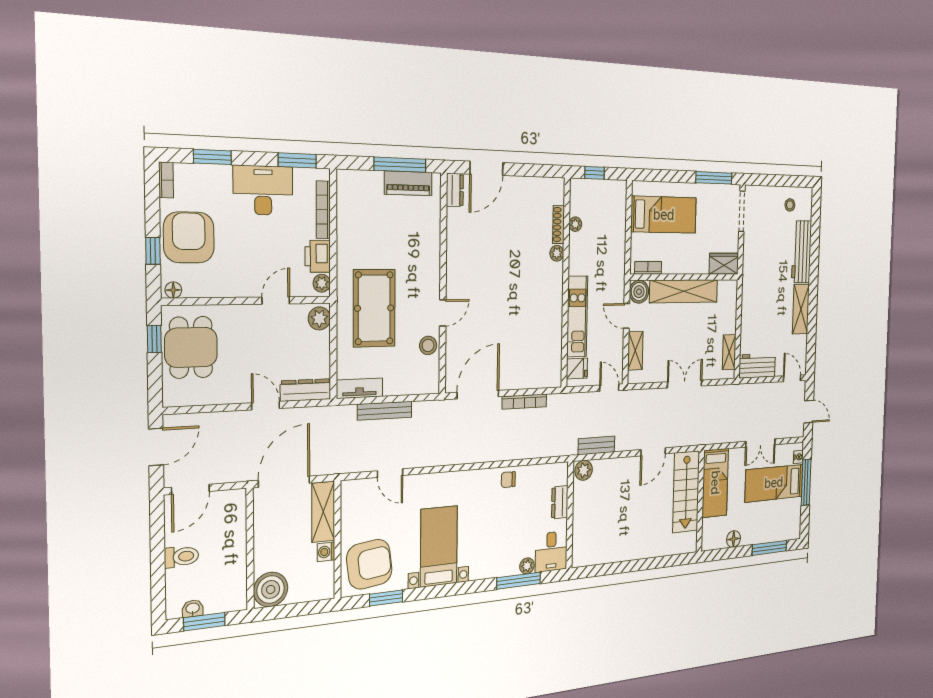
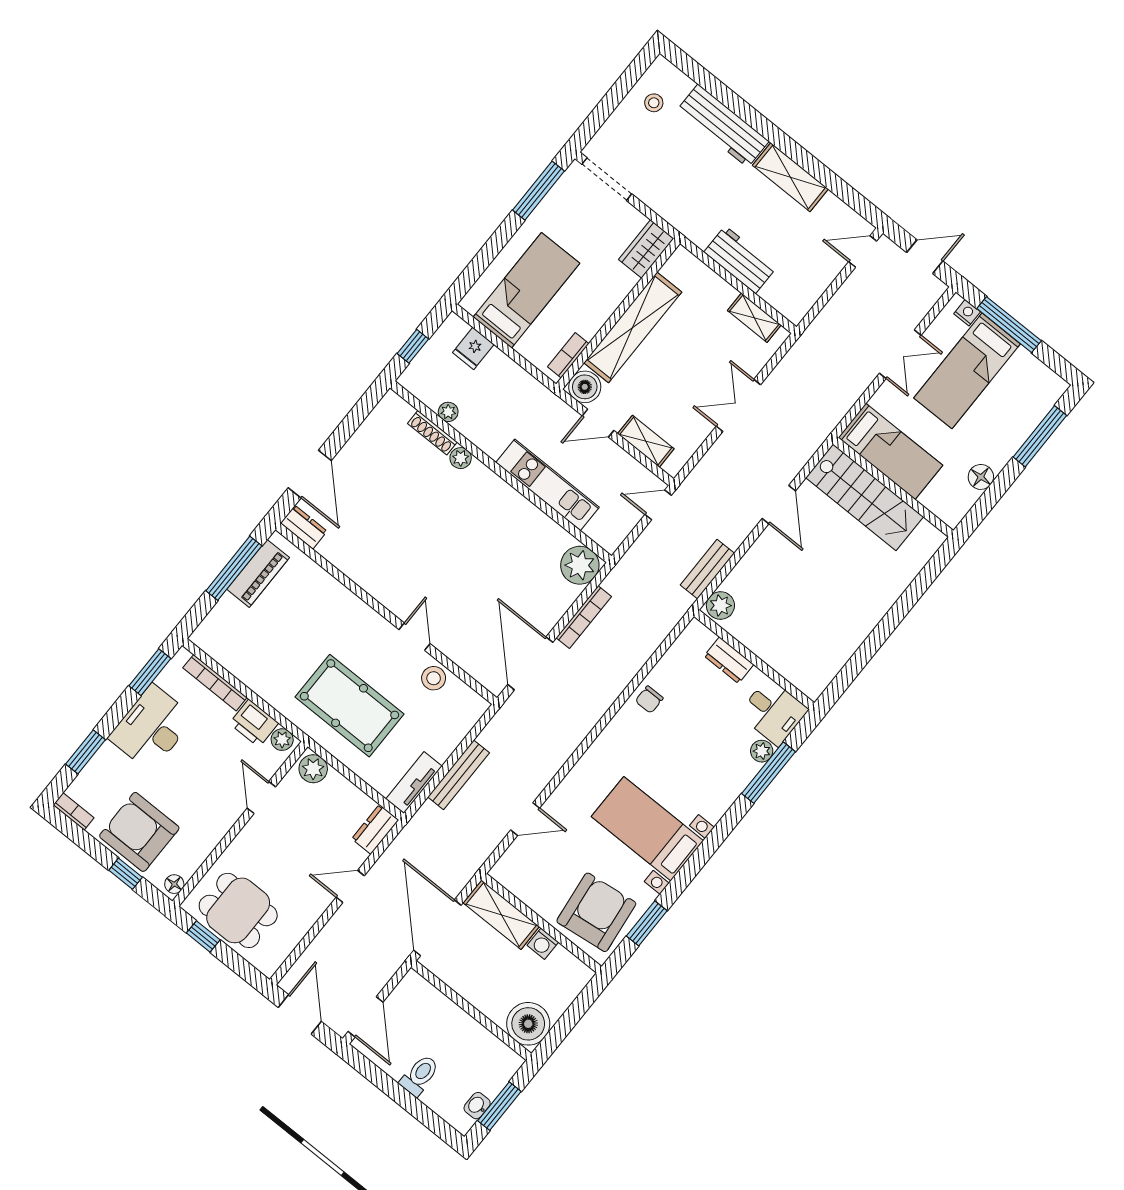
workbench: (757, 366) -> (740, 260), moved, turned 90
fridge: (577, 368) -> (473, 348), moved, turned 180
plant: (549, 374) -> (580, 565), added
dresser: (306, 390) -> (375, 829), width x0.70

